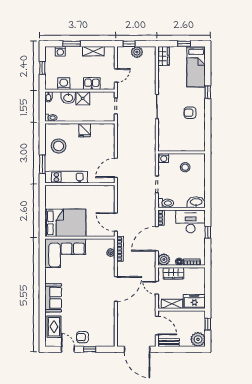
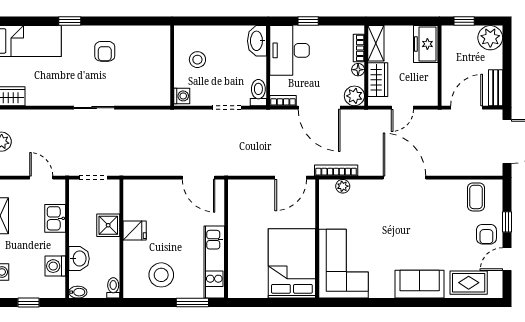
shower: (83, 98) -> (108, 225), moved
shelving: (172, 304) -> (376, 43), moved
coffee table: (104, 331) -> (476, 197), added

